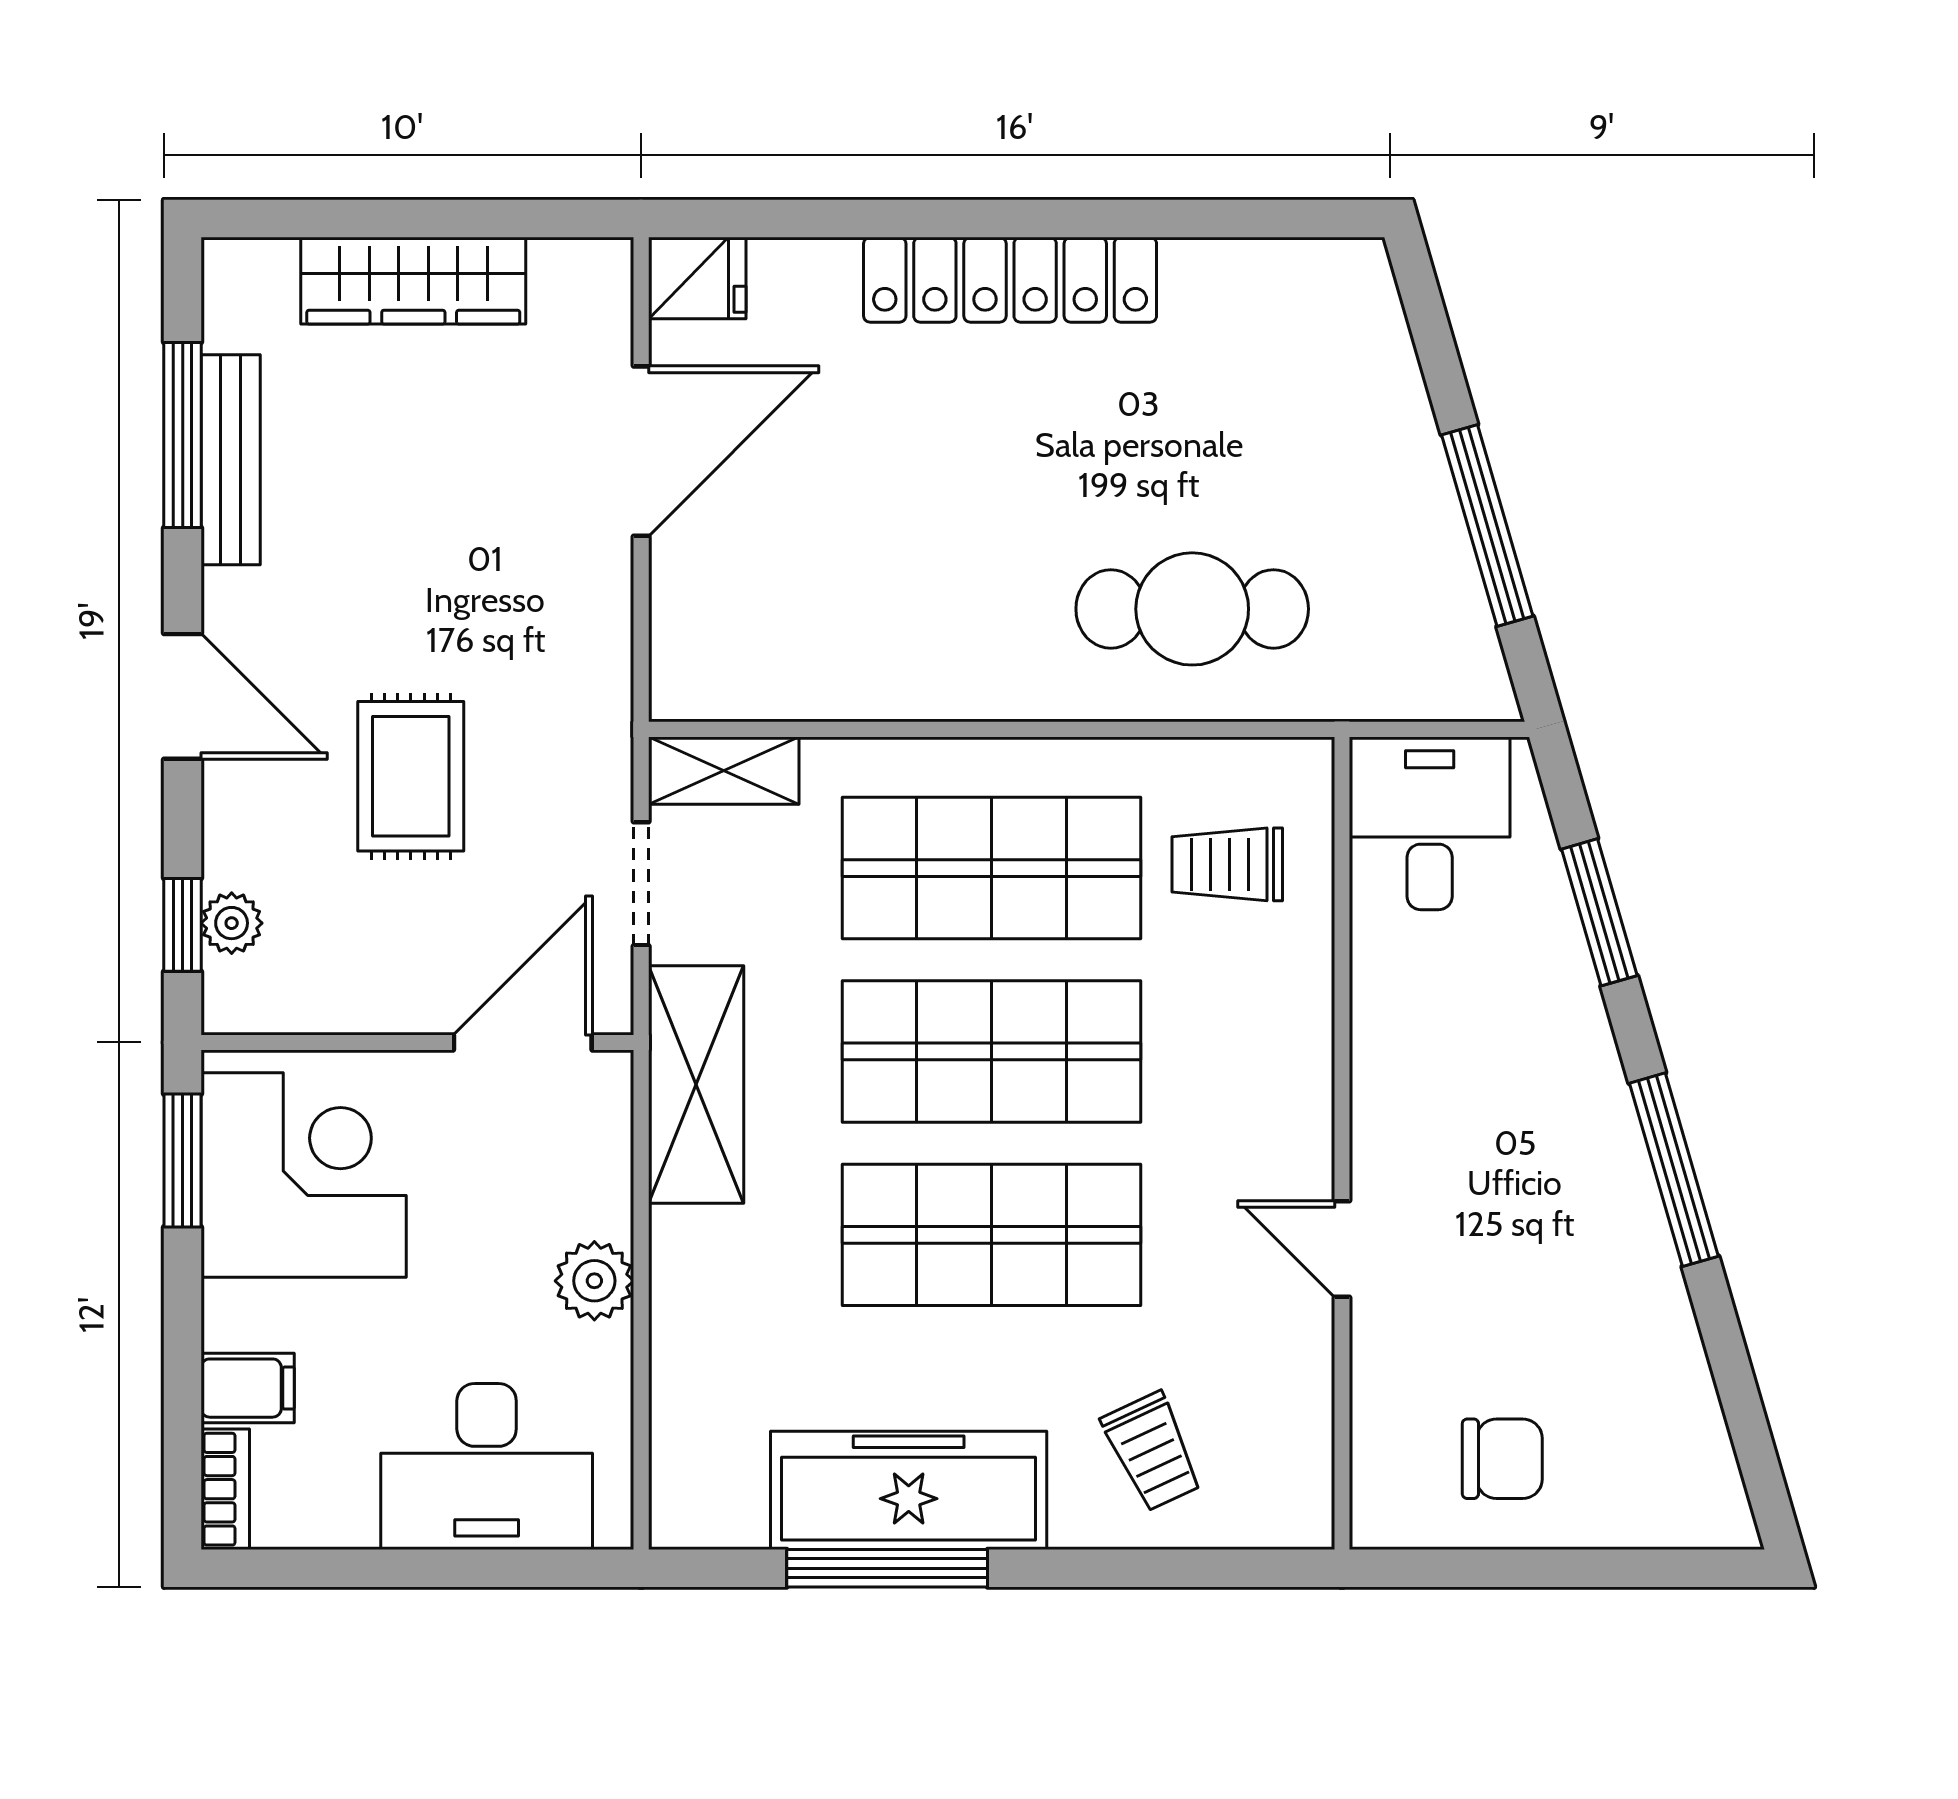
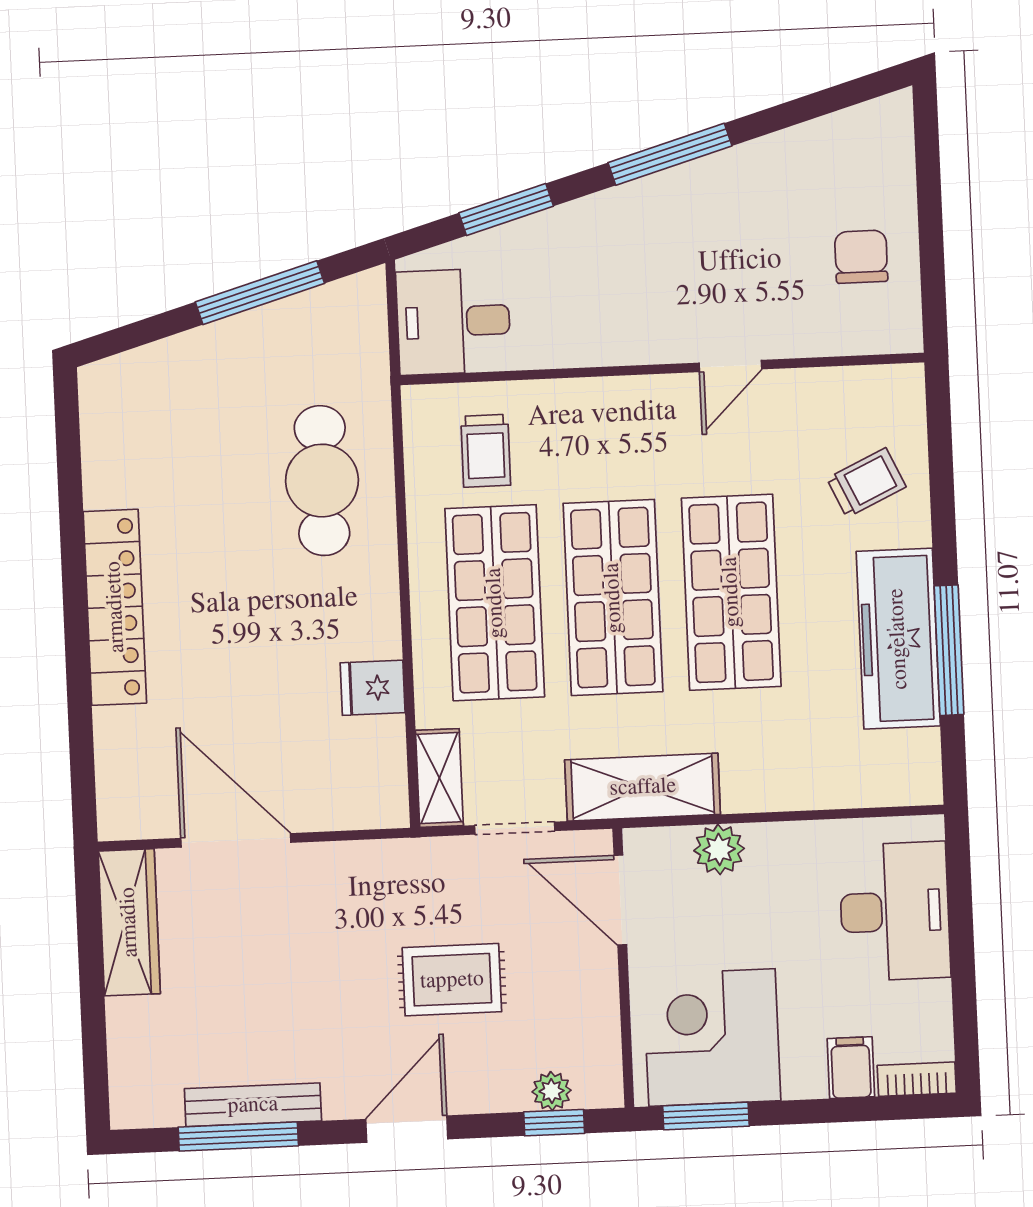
fridge: (697, 278) -> (373, 688), moved, turned -90
wardrobe: (413, 281) -> (129, 922), moved
plant: (594, 1281) -> (719, 849), moved

